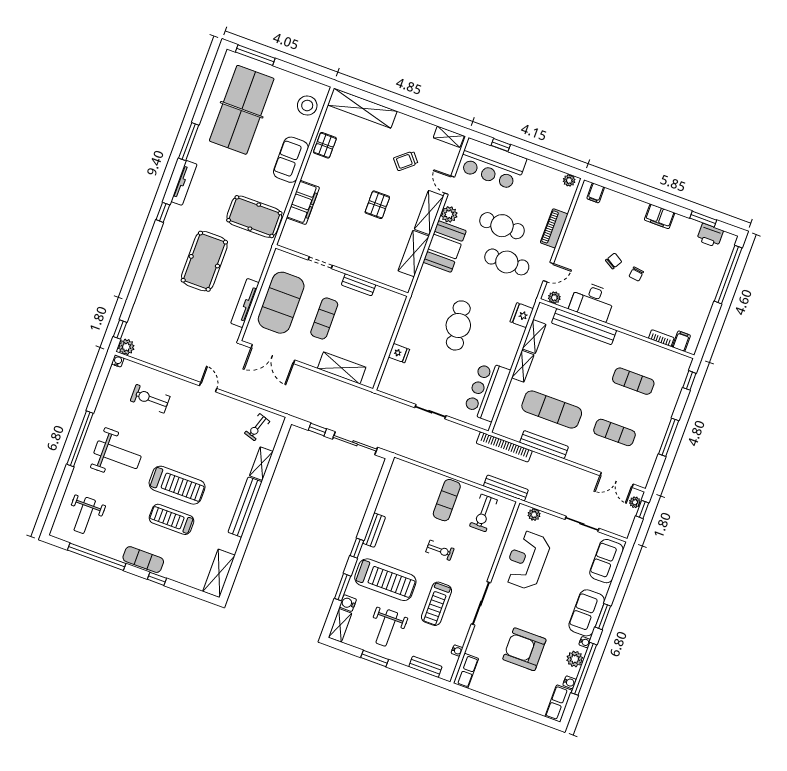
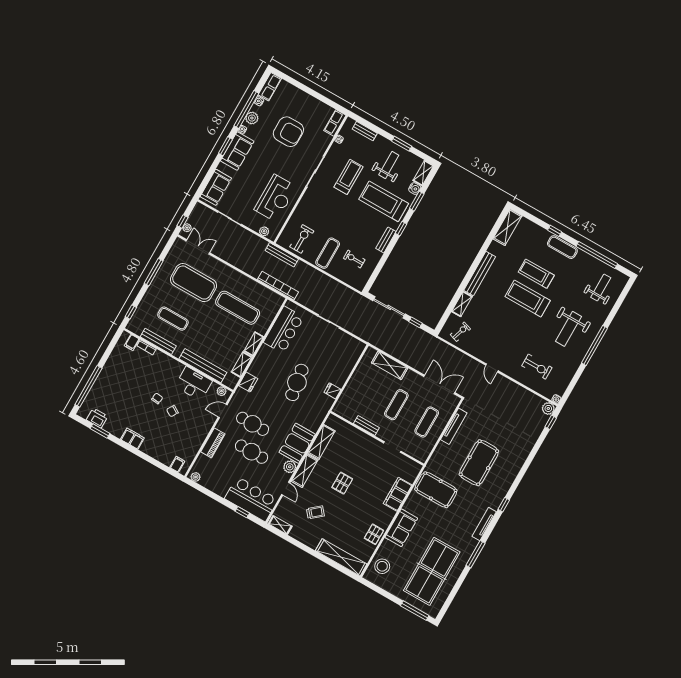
exercise mat: (281, 303) -> (427, 422), width x0.50, depth x0.69
fridge: (399, 353) -> (332, 391), moved
exercise mat: (614, 432) -> (194, 283), width x2.00, depth x1.45
bench: (544, 445) -> (158, 341), moved
weight bench: (117, 455) -> (568, 329), turned -90
treadmill: (172, 519) -> (536, 274), turned 180
exercise bike: (440, 550) -> (354, 259), moved

